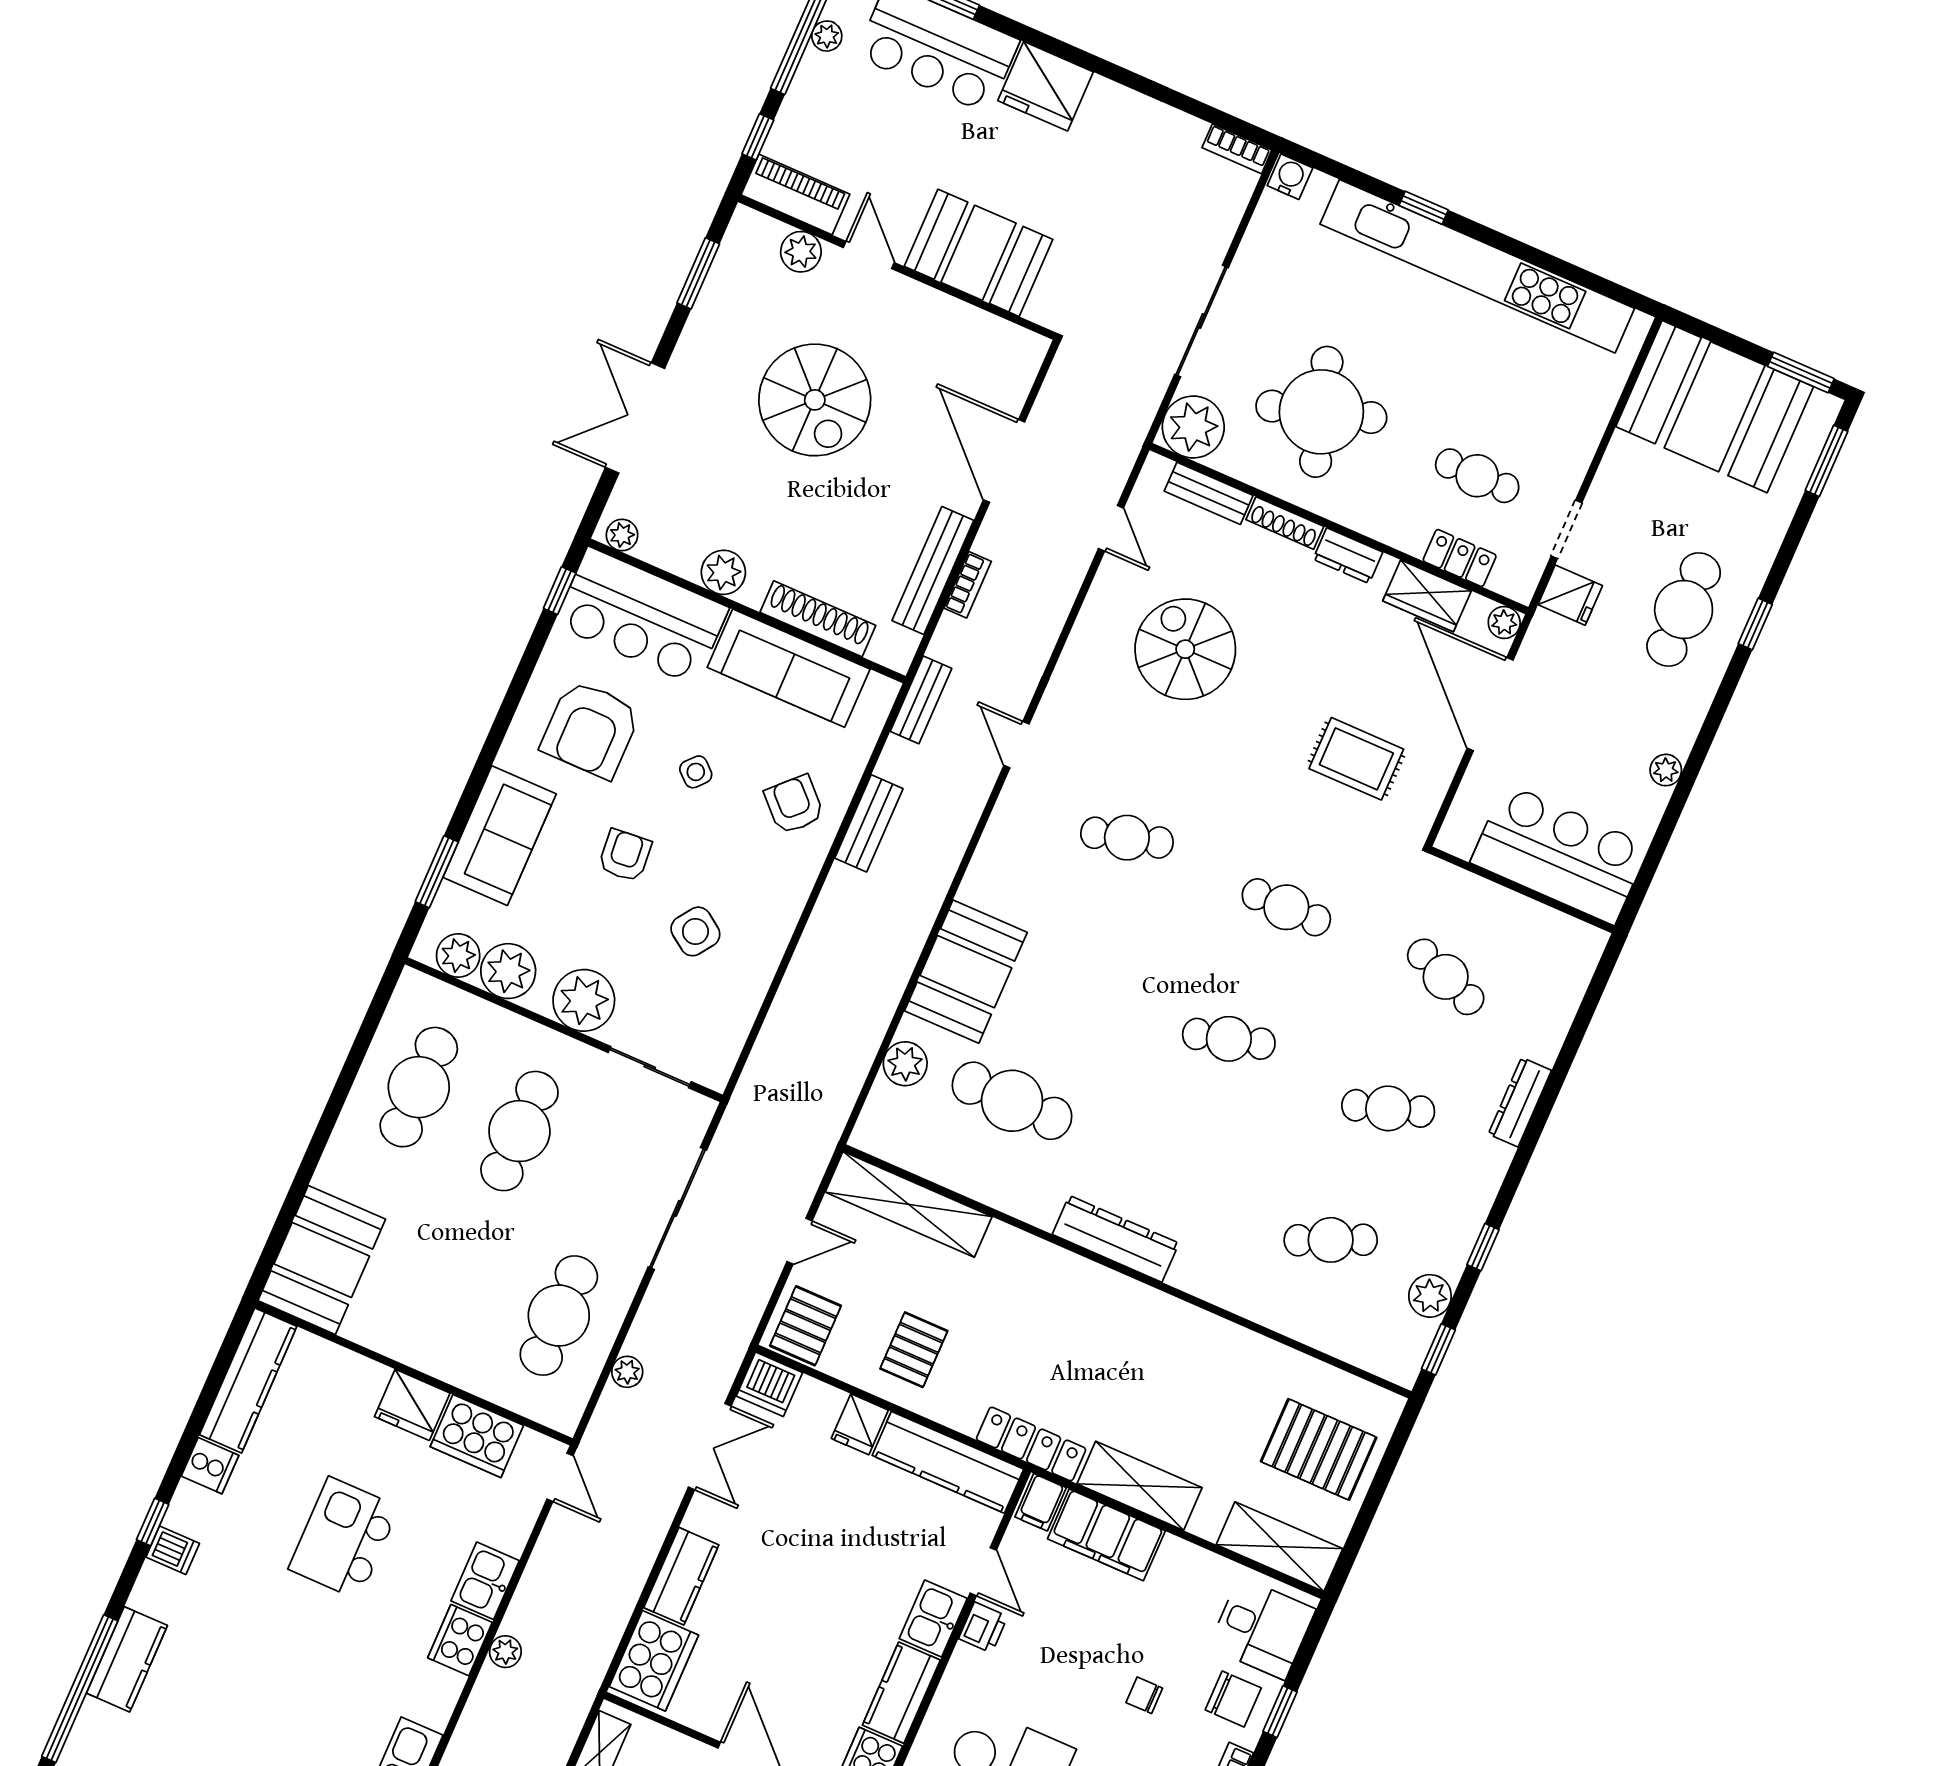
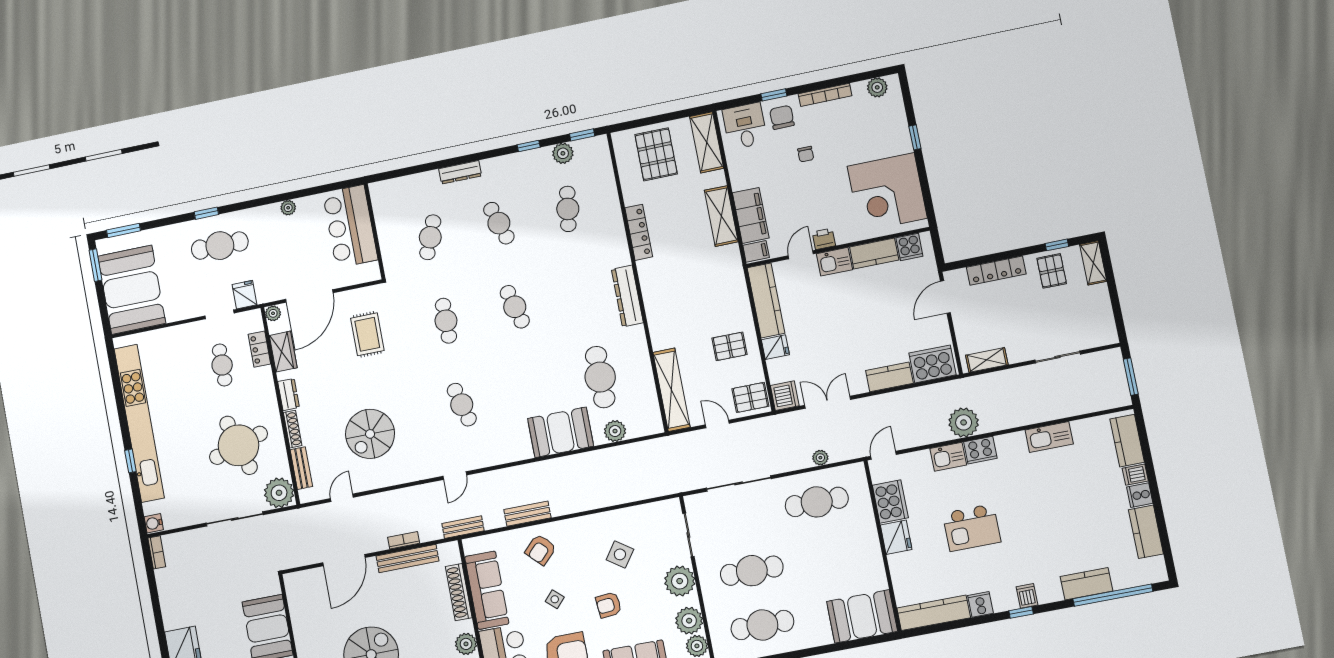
cafe table: (1331, 1240) -> (568, 209), turned 33
locker: (1031, 1444) -> (639, 232), moved, turned 180
plant: (505, 1652) -> (964, 422), width x1.88, depth x1.88

